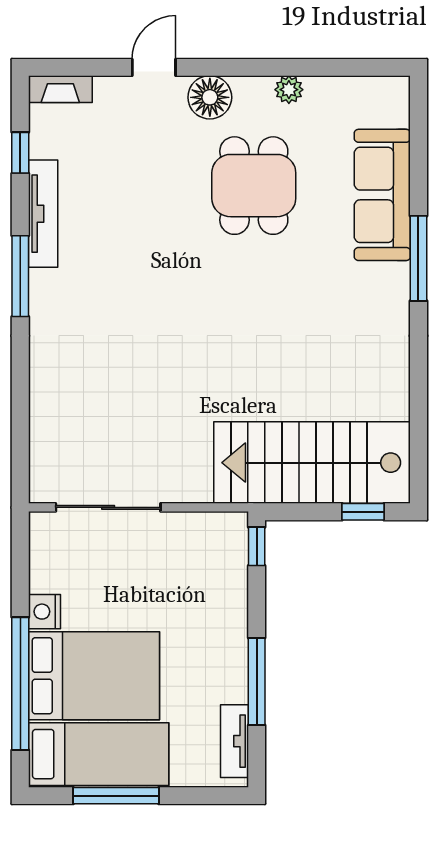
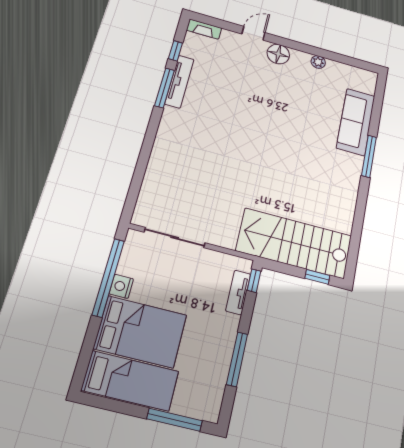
dining table: (254, 186) -> (292, 99), removed
window: (20, 276) -> (164, 88), moved
window: (20, 684) -> (108, 277), moved
tv unit: (235, 741) -> (238, 292), moved
window: (116, 796) -> (175, 420), moved

